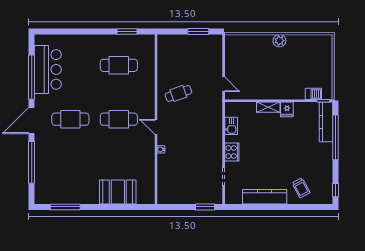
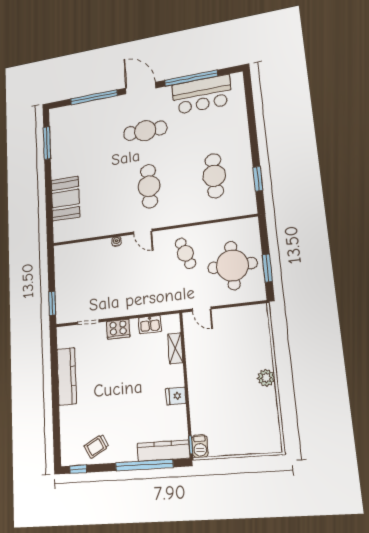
round table: (193, 58) -> (232, 265), added
door: (224, 84) -> (202, 309), hinge flipped
barbecue: (313, 94) -> (200, 446), moved
shelving: (268, 107) -> (175, 348), moved
cafe table: (70, 119) -> (145, 131), turned 90
door: (156, 127) -> (143, 232), swing flipped
trolley: (301, 188) -> (96, 446), moved

